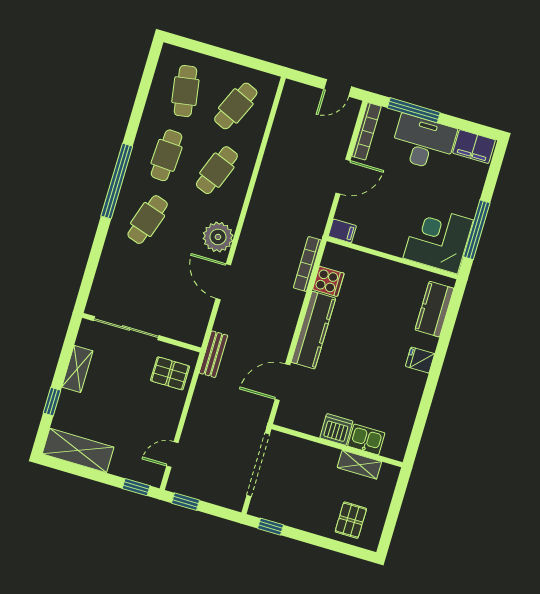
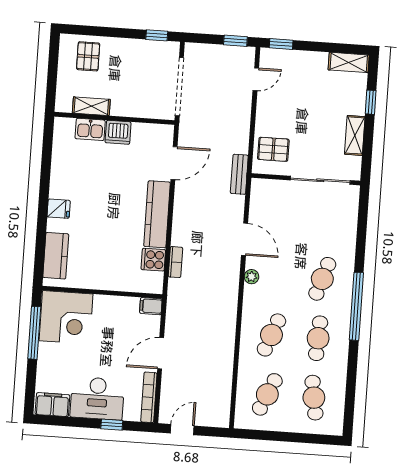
window: (414, 110) -> (112, 425), width x0.46
plant: (218, 237) -> (251, 277), width x0.53, depth x0.53
bookcase: (307, 264) -> (175, 262), width x0.64
shelving: (78, 450) -> (349, 62), width x0.67, depth x0.75

